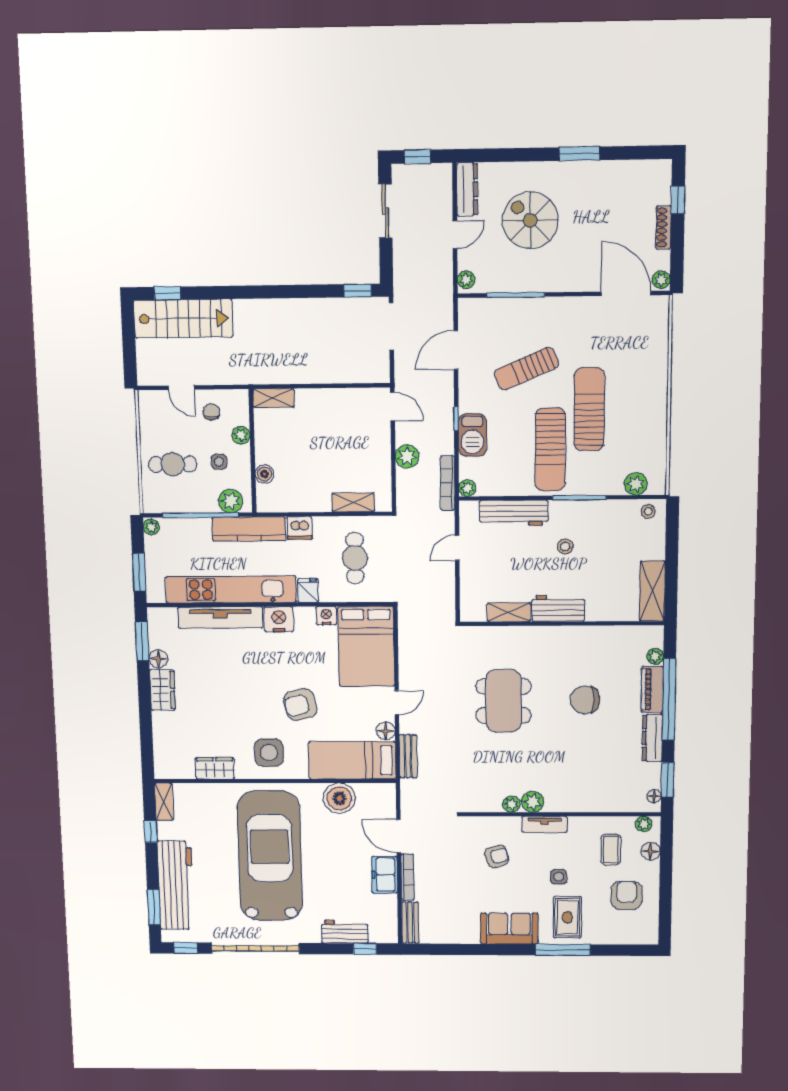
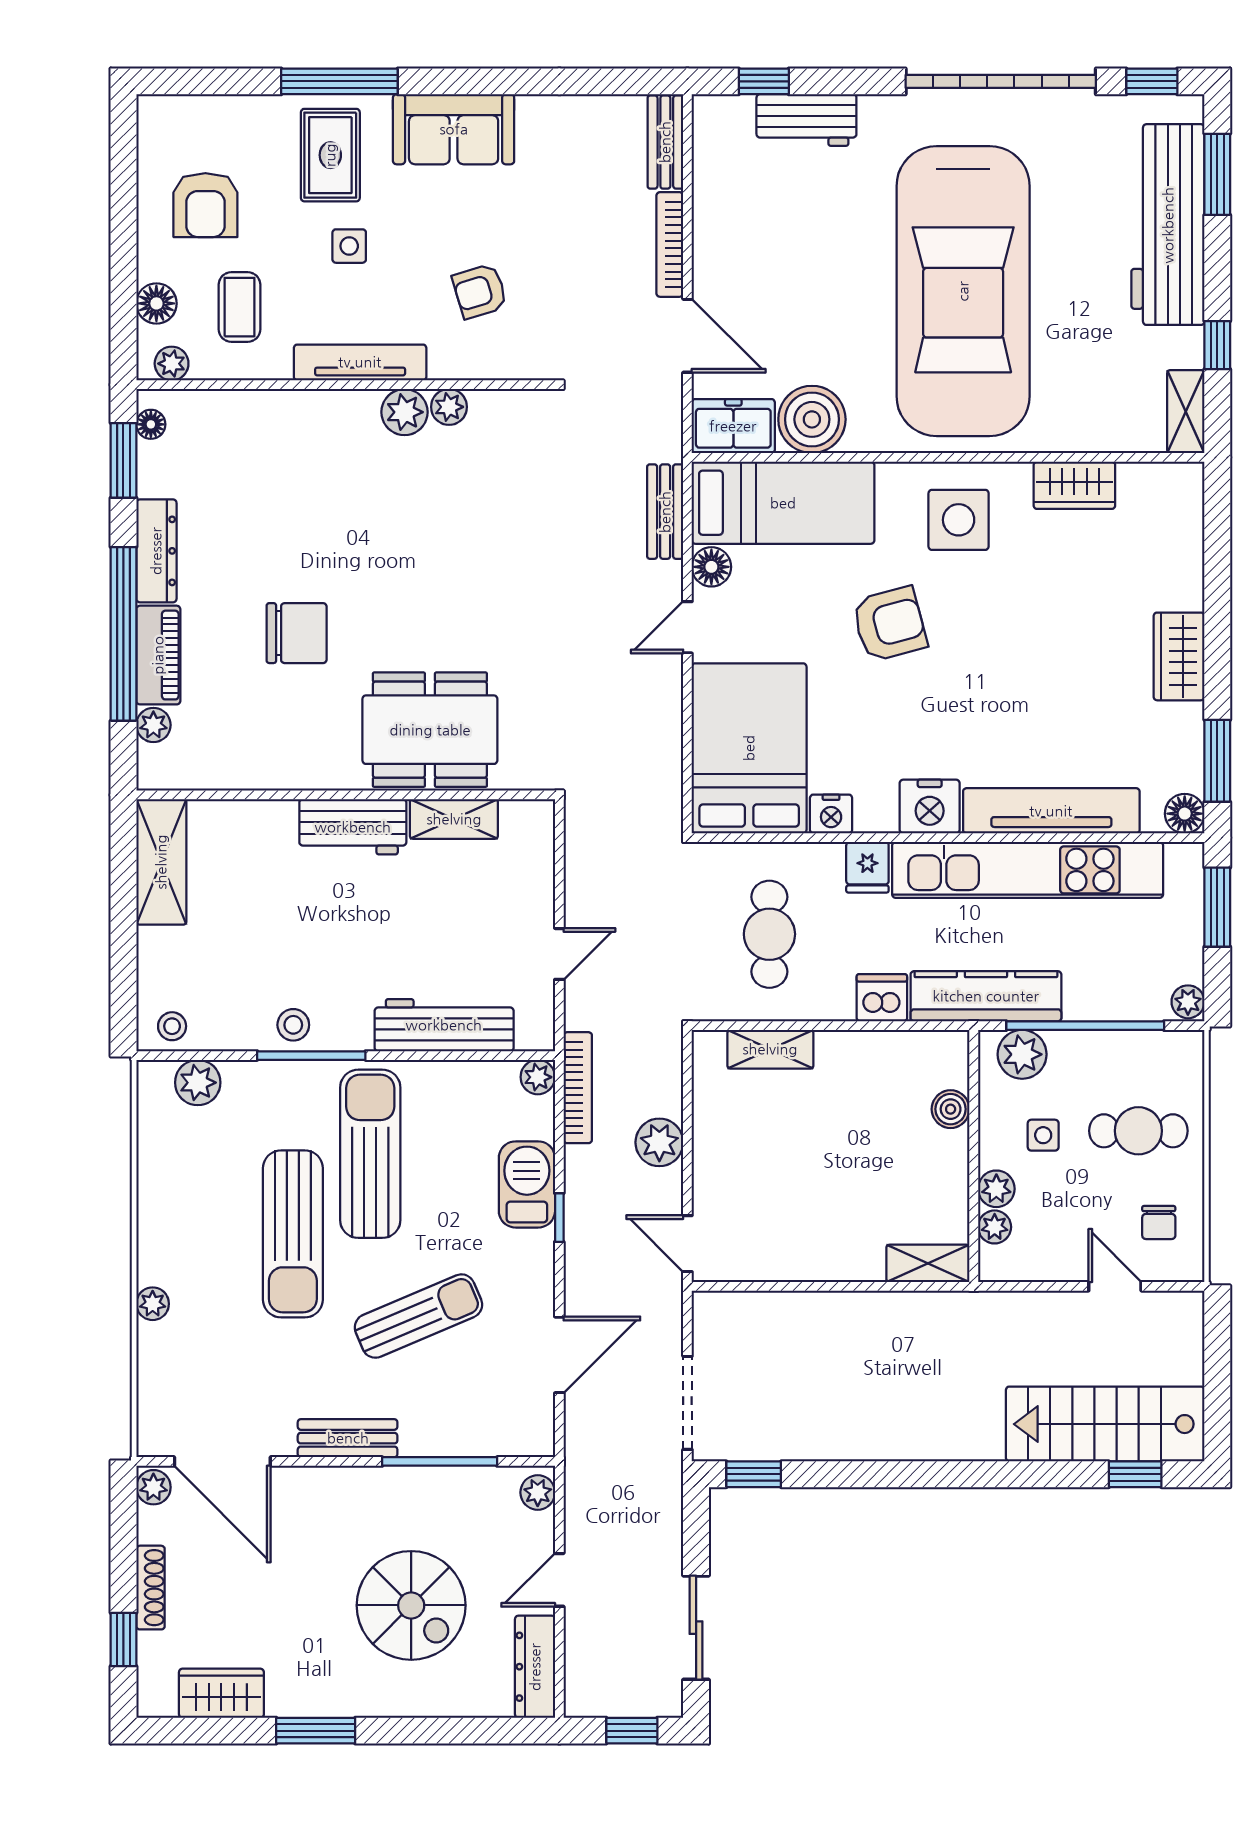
wardrobe: (628, 173) -> (221, 1693), added
bench: (562, 306) -> (348, 1438), added
plant: (660, 373) -> (153, 1304), added
chair: (211, 412) -> (1159, 1222), moved
plant: (241, 416) -> (995, 1227), added
stool: (565, 547) -> (293, 1025), moved
floor lamp: (158, 659) -> (1185, 814), moved
dining table: (503, 701) -> (430, 730), moved, turned 90
tv unit: (545, 824) -> (360, 362), width x1.41
freezer: (385, 875) -> (733, 426), moved, turned -90

